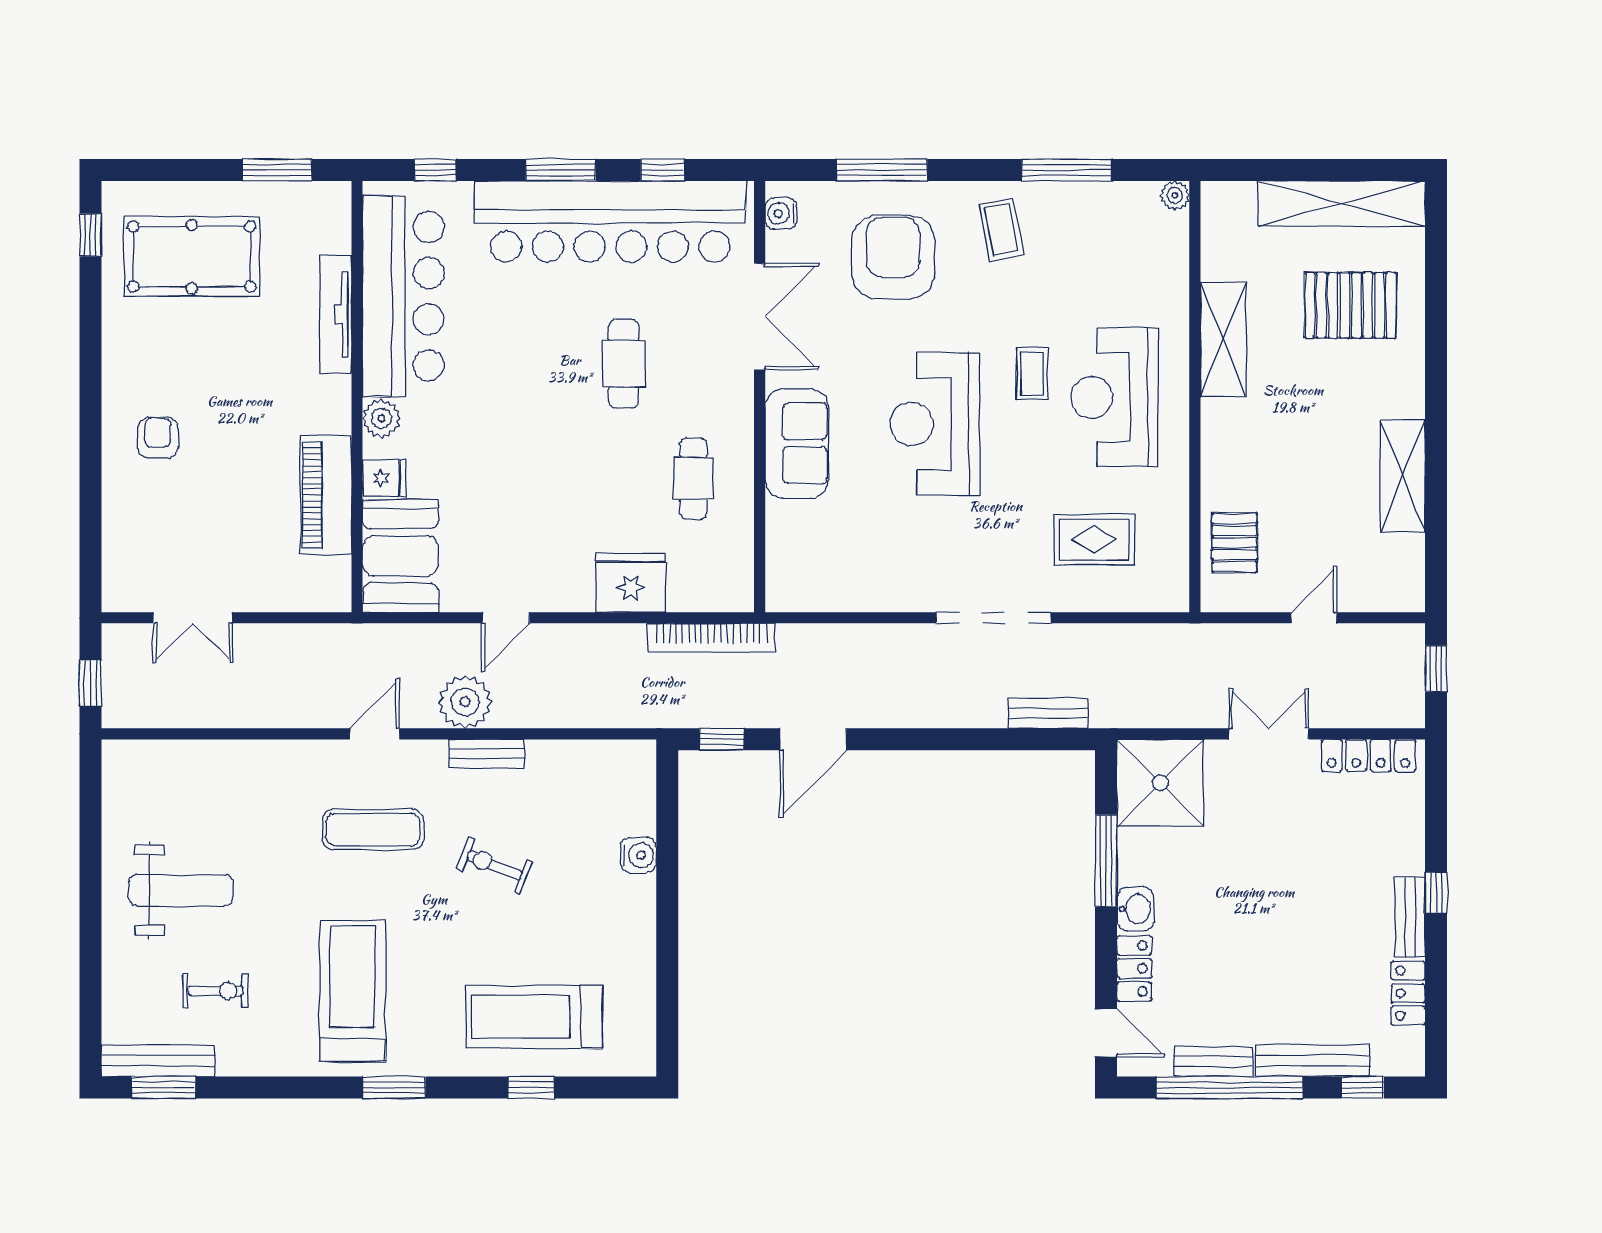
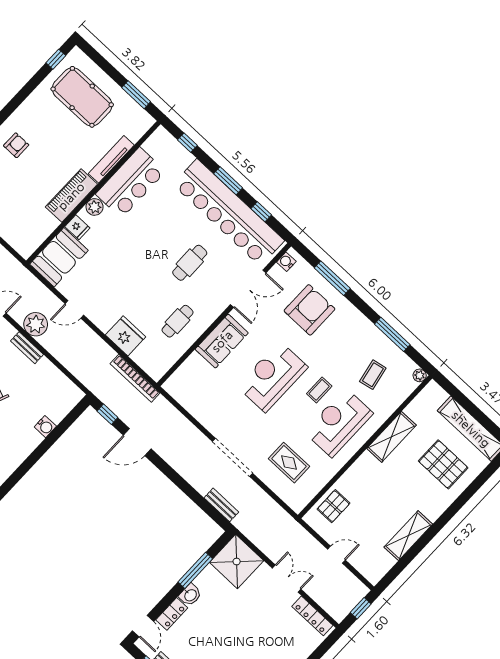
coffee table: (1001, 230) -> (373, 375), moved
bar counter: (403, 296) -> (131, 183), width x0.73
piano: (326, 495) -> (71, 196), moved

